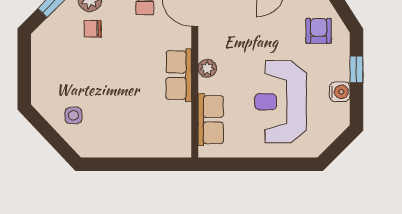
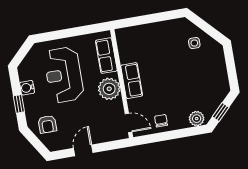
chair: (93, 29) -> (192, 100), removed
plant: (207, 68) -> (109, 89), width x1.88, depth x1.88
reception desk: (281, 102) -> (64, 75), turned 180

